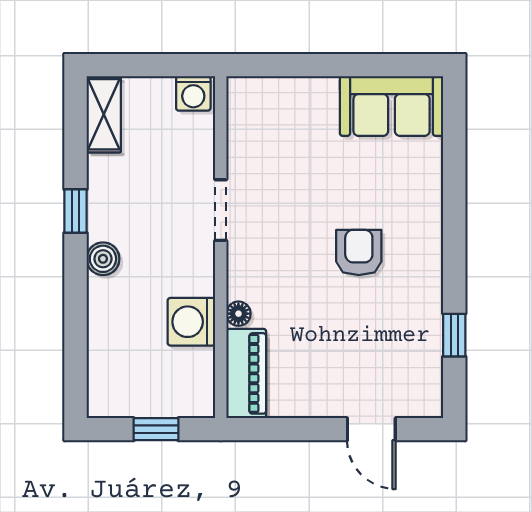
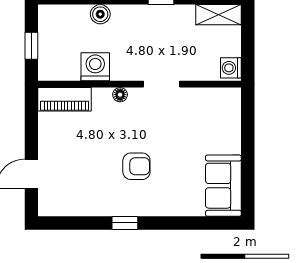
boiler: (103, 259) -> (100, 14), moved
floor lamp: (238, 314) -> (120, 95), moved
window: (454, 335) -> (125, 223), moved

